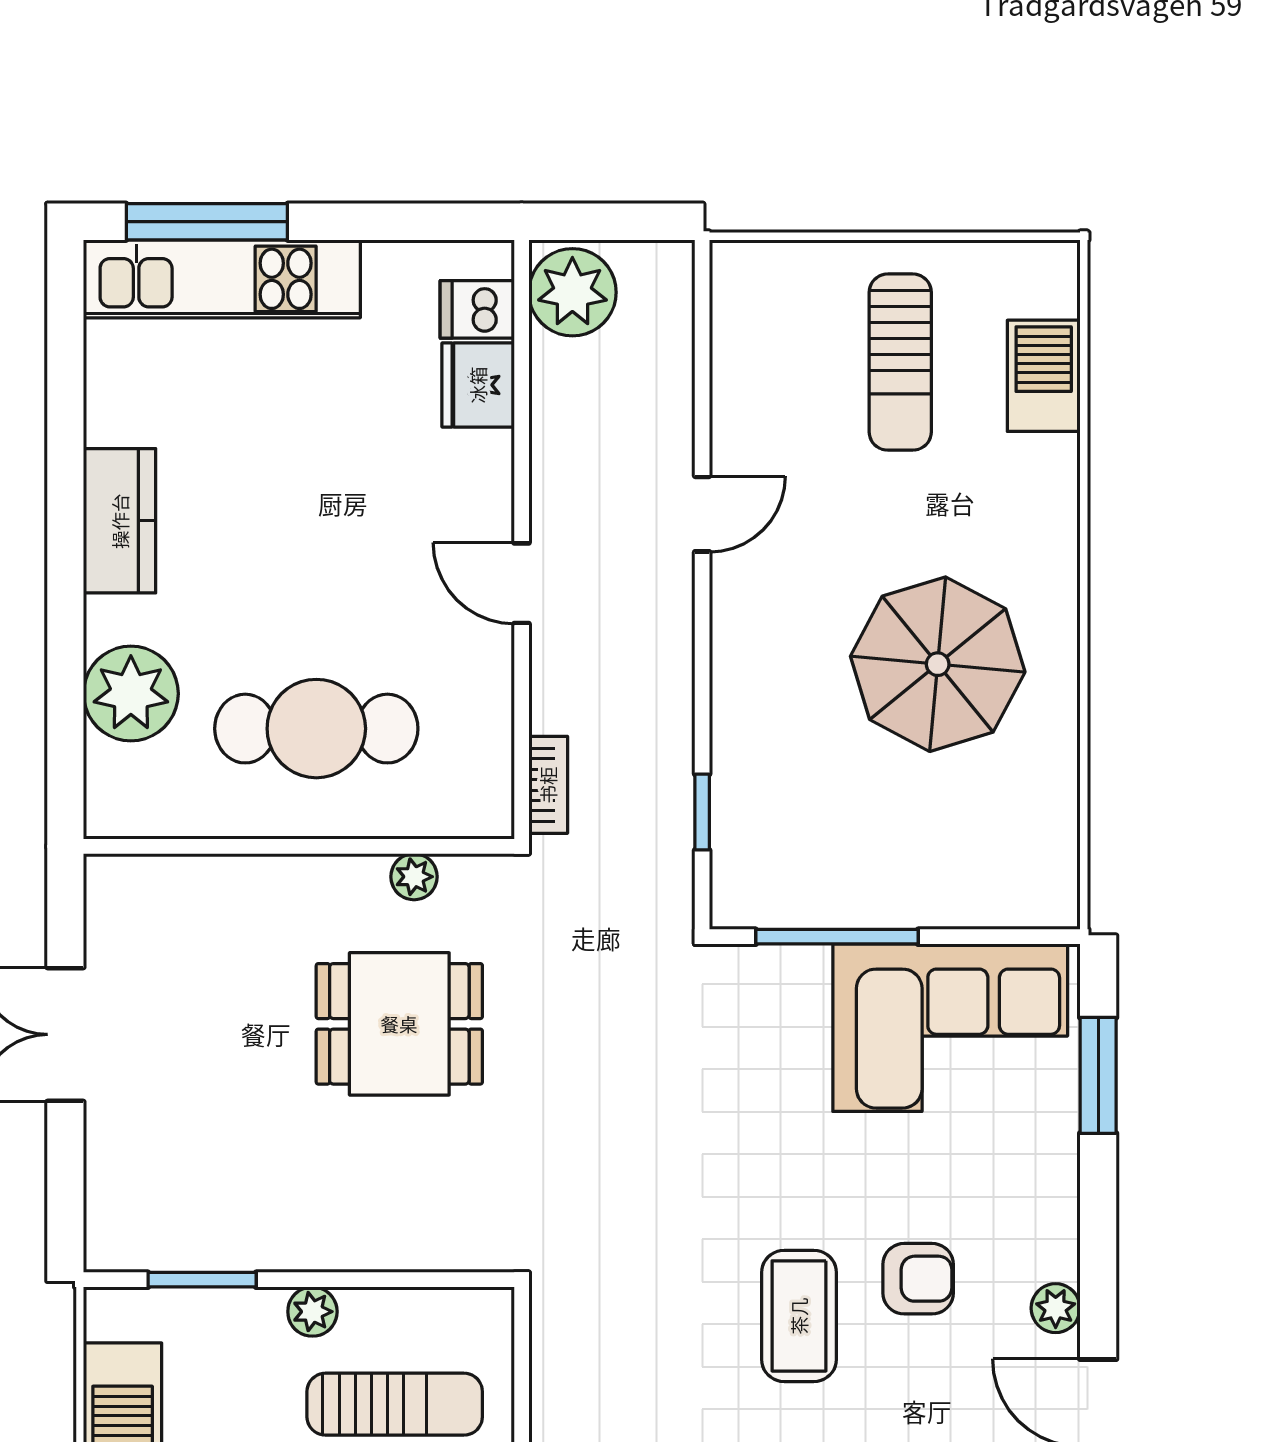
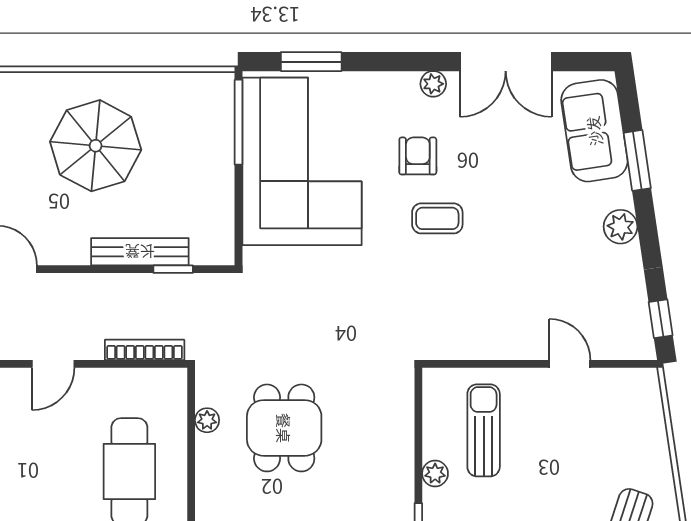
bench: (735, 749) -> (140, 252), added
bookcase: (548, 785) -> (145, 350), width x1.56
window: (837, 937) -> (238, 122), moved
corner sofa: (950, 1028) -> (302, 161), width x1.36, depth x1.36
coffee table: (799, 1316) -> (437, 218), width x0.73, depth x0.77

